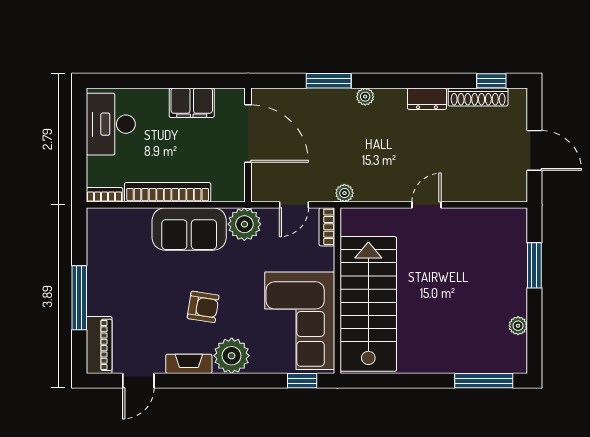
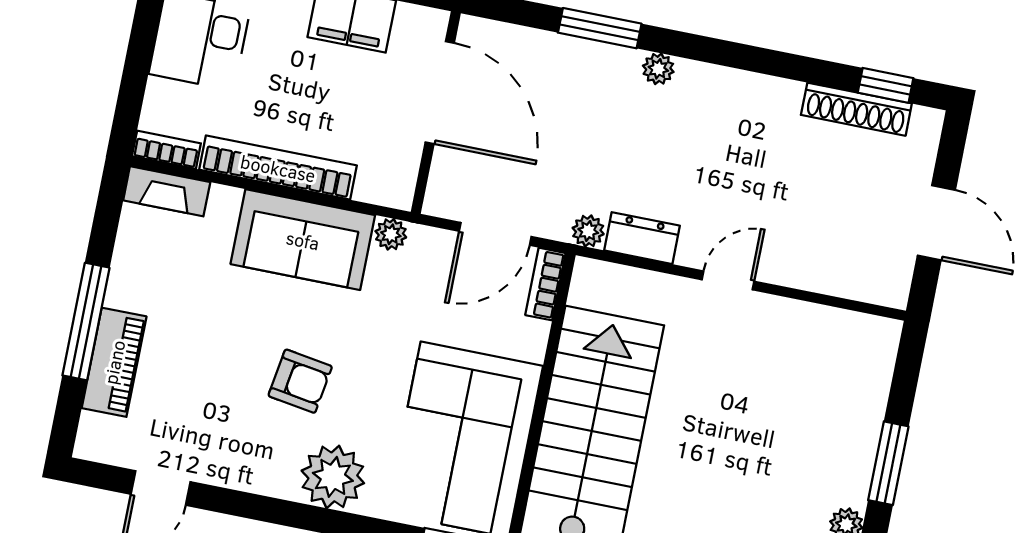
dresser: (427, 99) -> (642, 238), moved, turned 180
door: (294, 205) -> (495, 234), width x1.38
plant: (244, 224) -> (391, 234), width x0.53, depth x0.53
window: (534, 265) -> (888, 463), moved
piano: (99, 345) -> (114, 362), moved
fireplace: (189, 364) -> (167, 191), moved, turned 180

